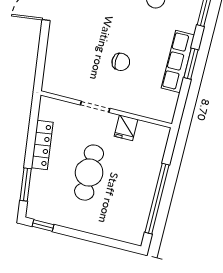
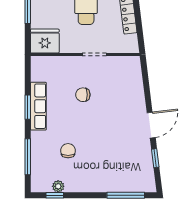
fridge: (126, 128) -> (45, 41), moved, width x1.88, depth x1.34

